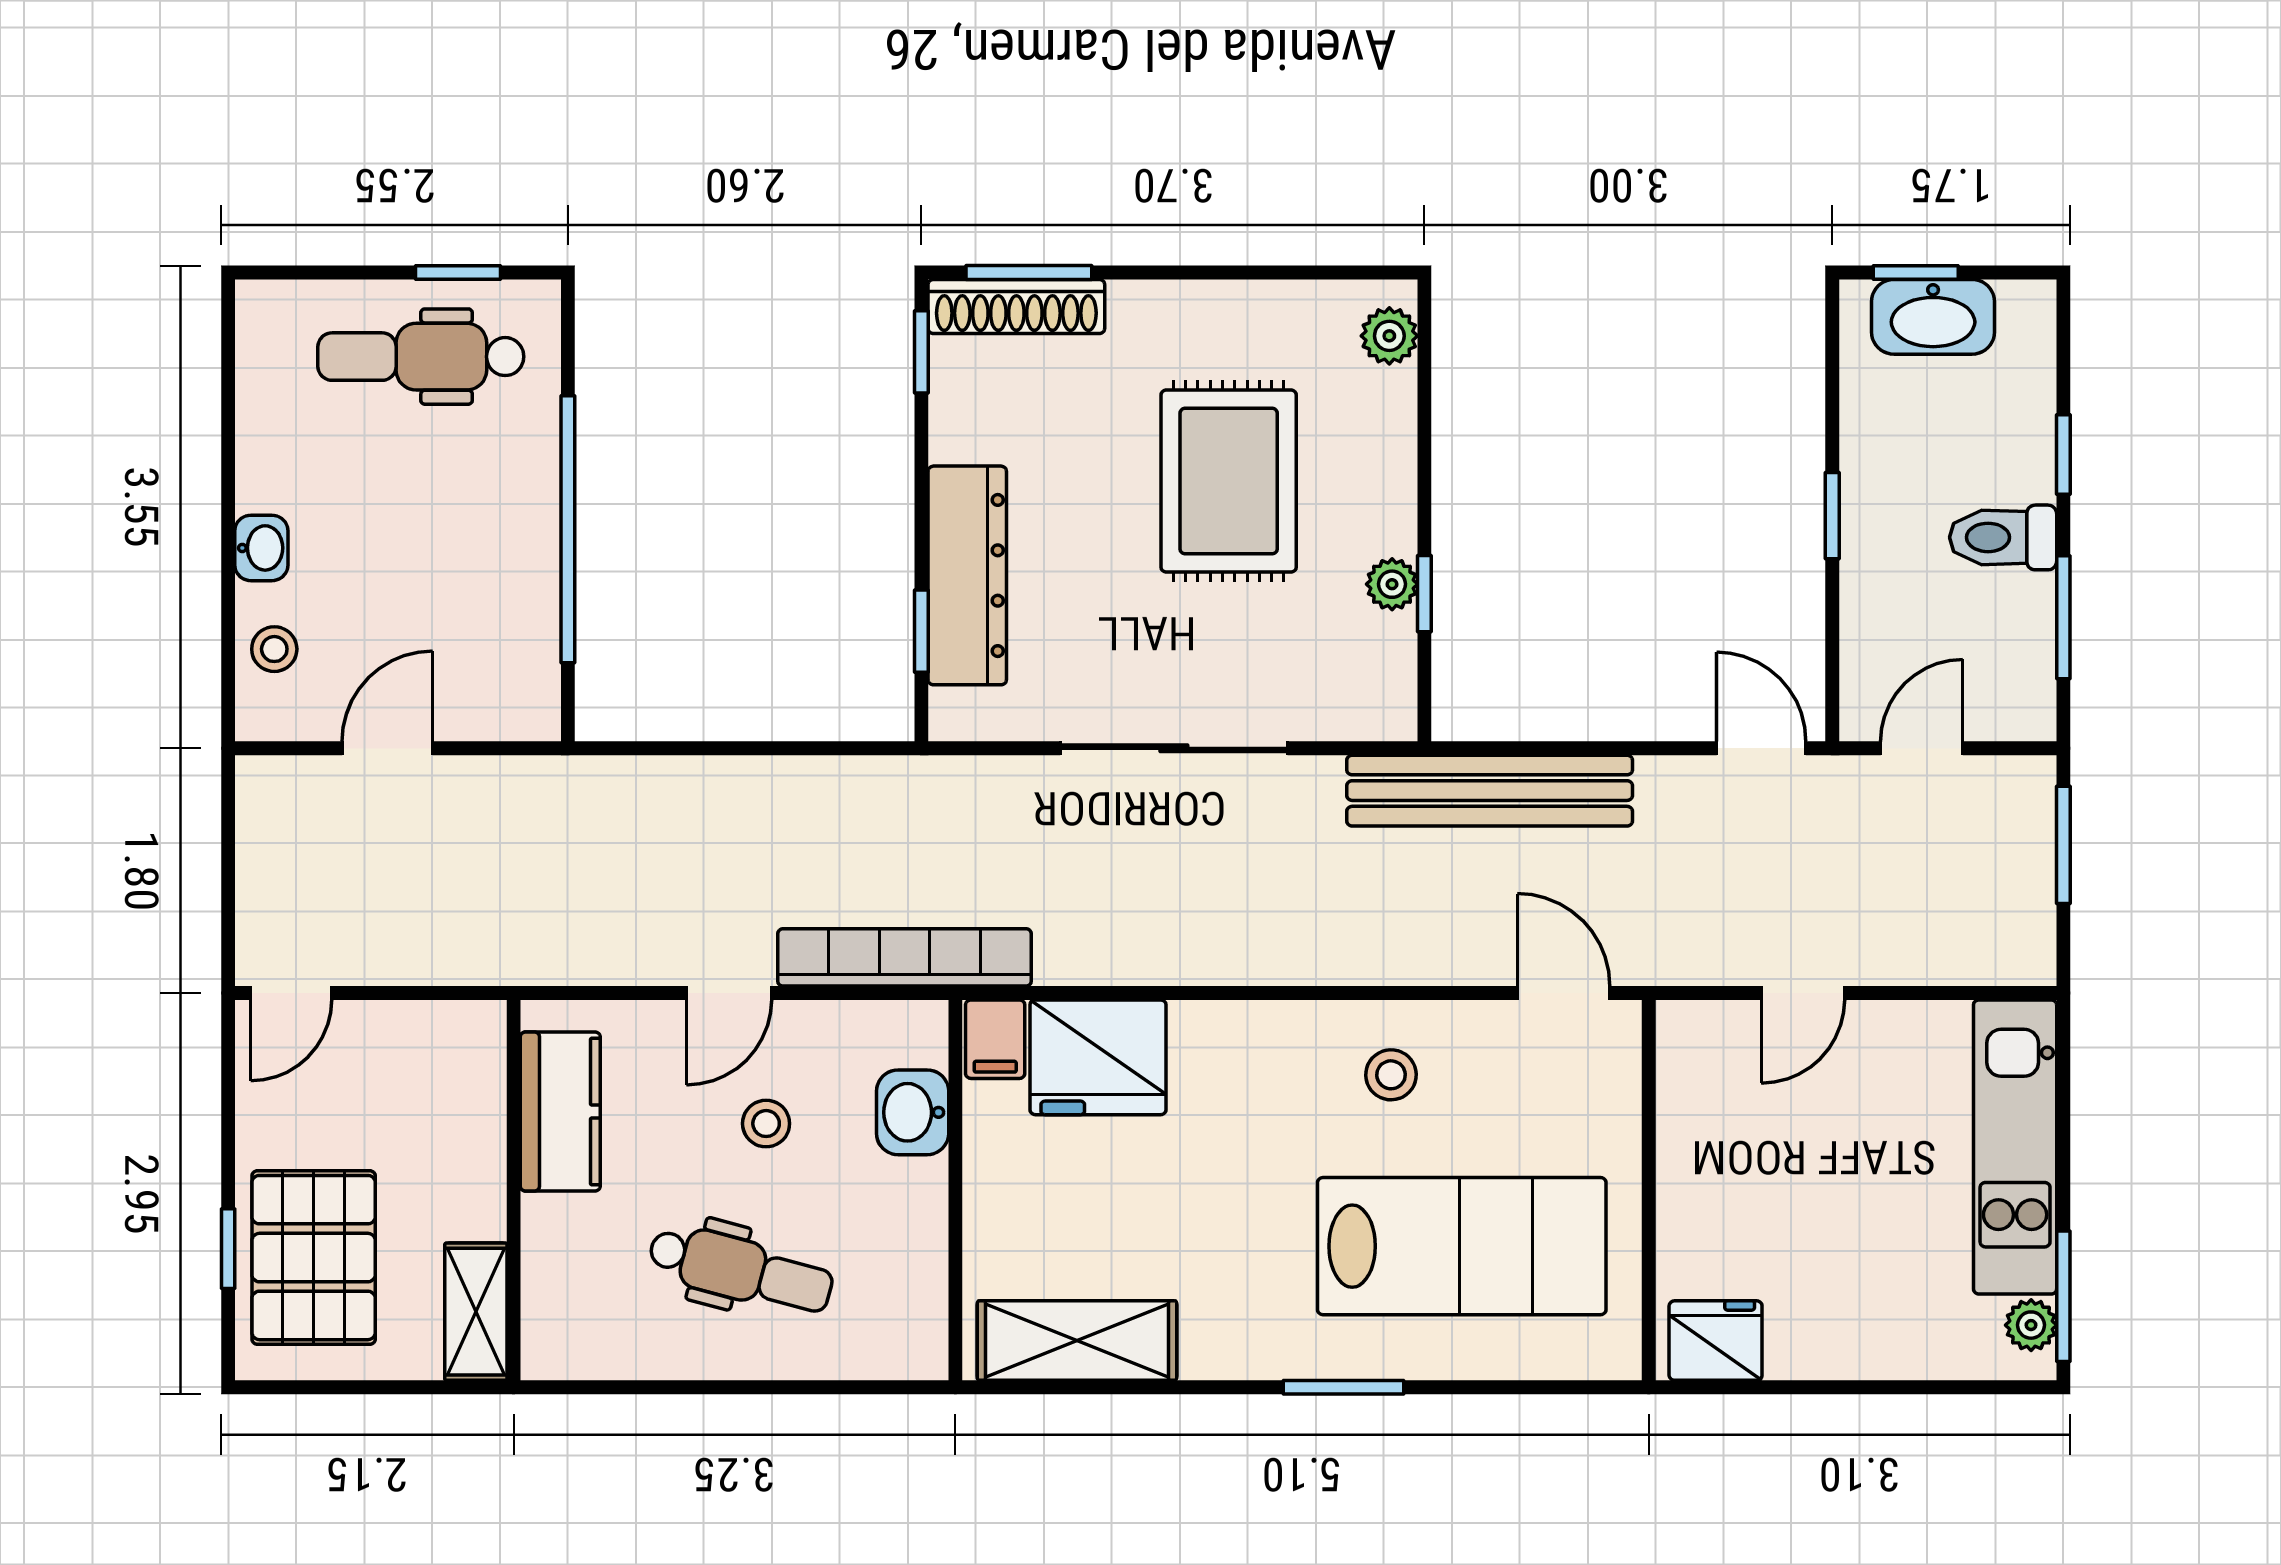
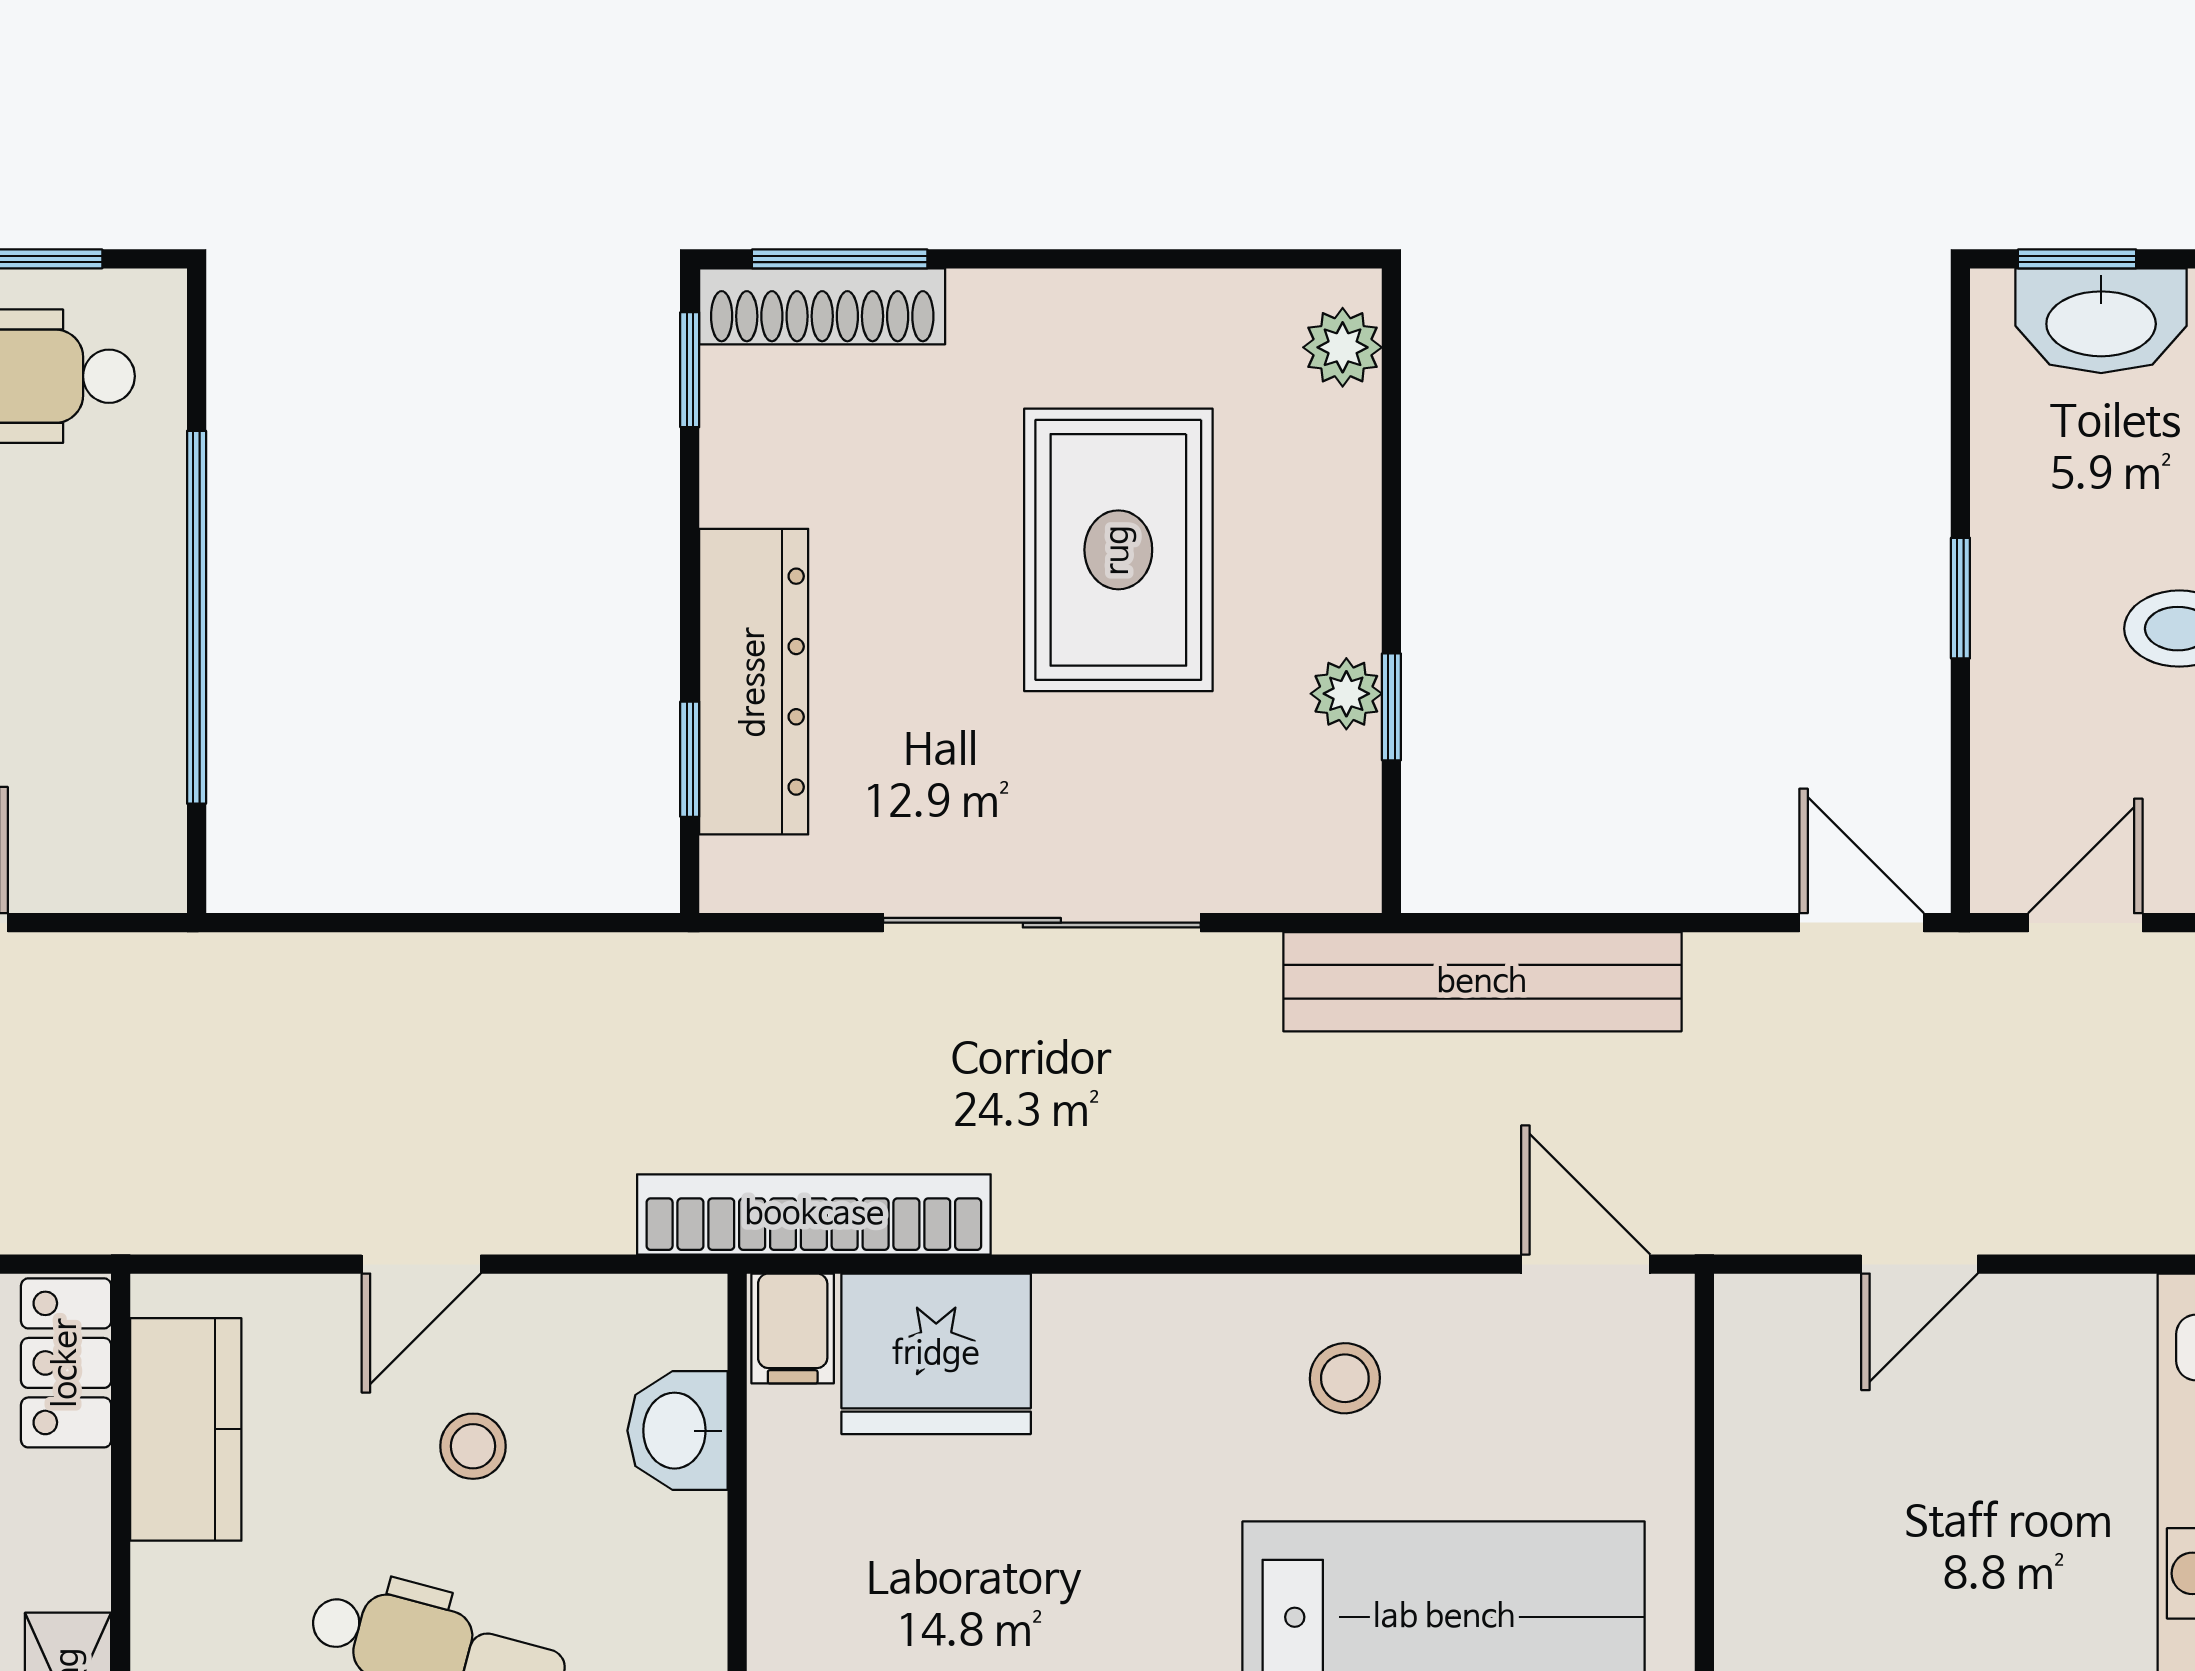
bookcase: (905, 957) -> (814, 1214), moved
locker: (474, 1064) -> (66, 1363), added

